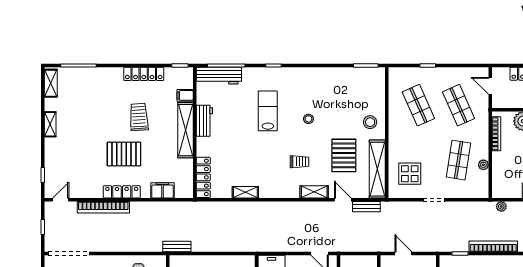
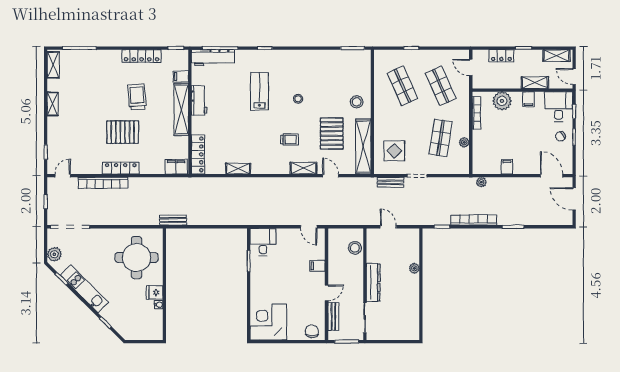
filing cabinet: (163, 190) -> (176, 167), moved
bench: (366, 207) -> (391, 182), moved

